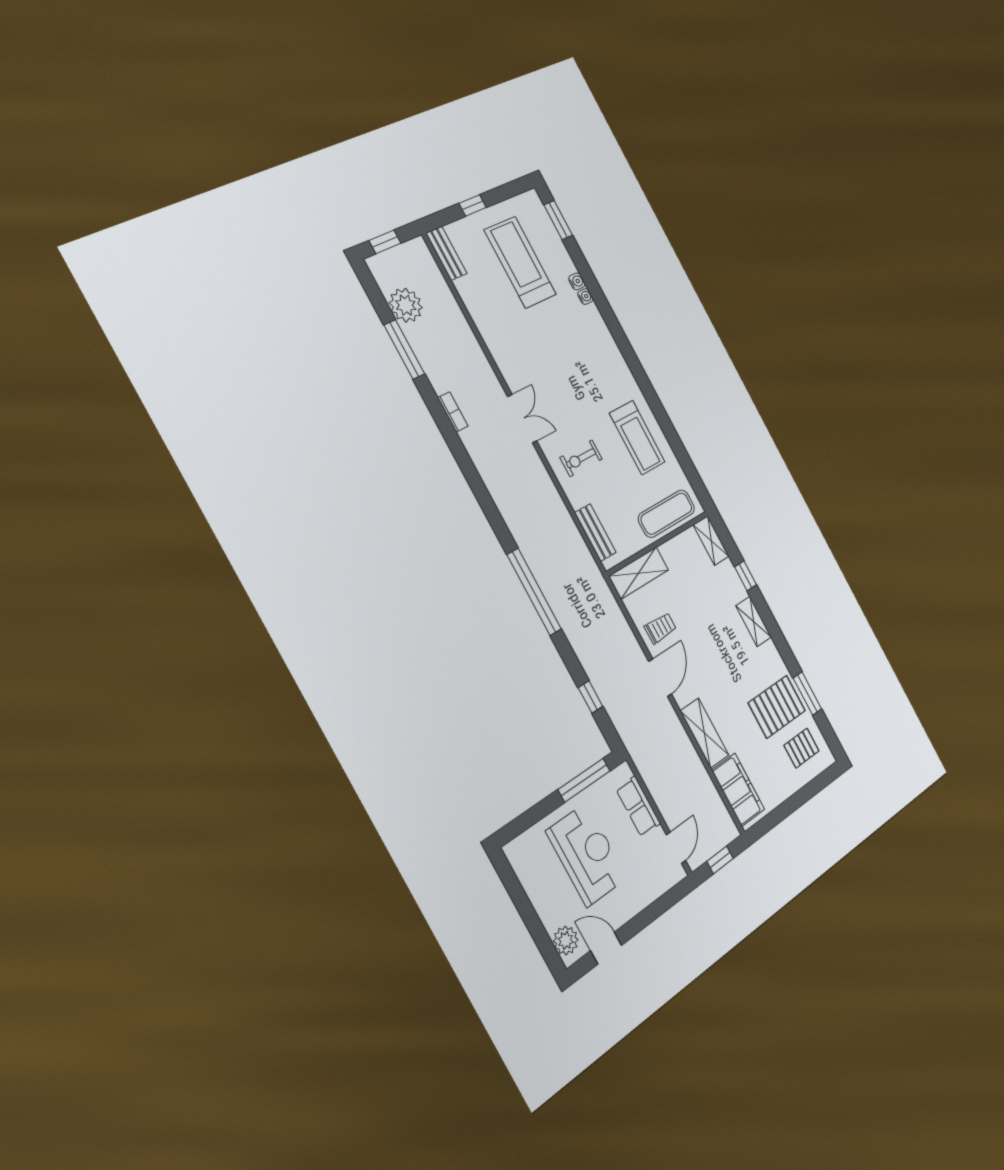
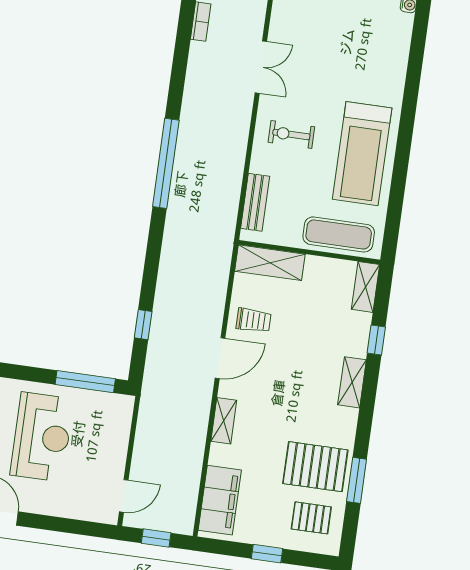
treadmill: (637, 438) -> (362, 154), width x1.37, depth x1.38
window: (534, 592) -> (166, 163), moved
shelving: (704, 733) -> (224, 421), width x0.67, depth x0.75
window: (795, 802) -> (267, 554), added
row of seats: (638, 806) -> (116, 438), removed

